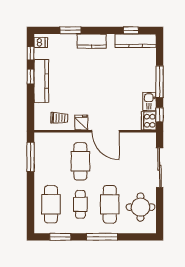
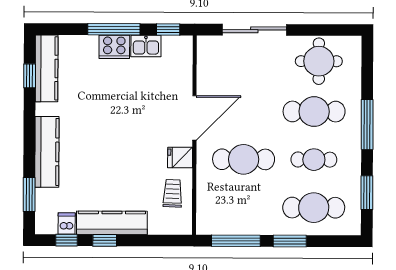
window: (71, 30) -> (29, 194), moved
kitchen counter: (92, 41) -> (47, 152), width x1.50
dishwasher: (41, 42) -> (67, 224), moved
cooker: (149, 121) -> (114, 47), moved
window: (31, 190) -> (290, 241), added

